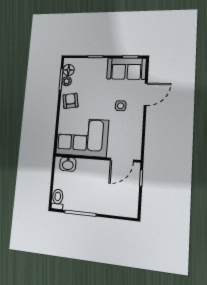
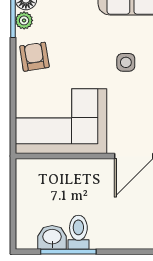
washbasin: (68, 164) -> (52, 237), moved, turned 180
toilet: (58, 199) -> (78, 232), moved

